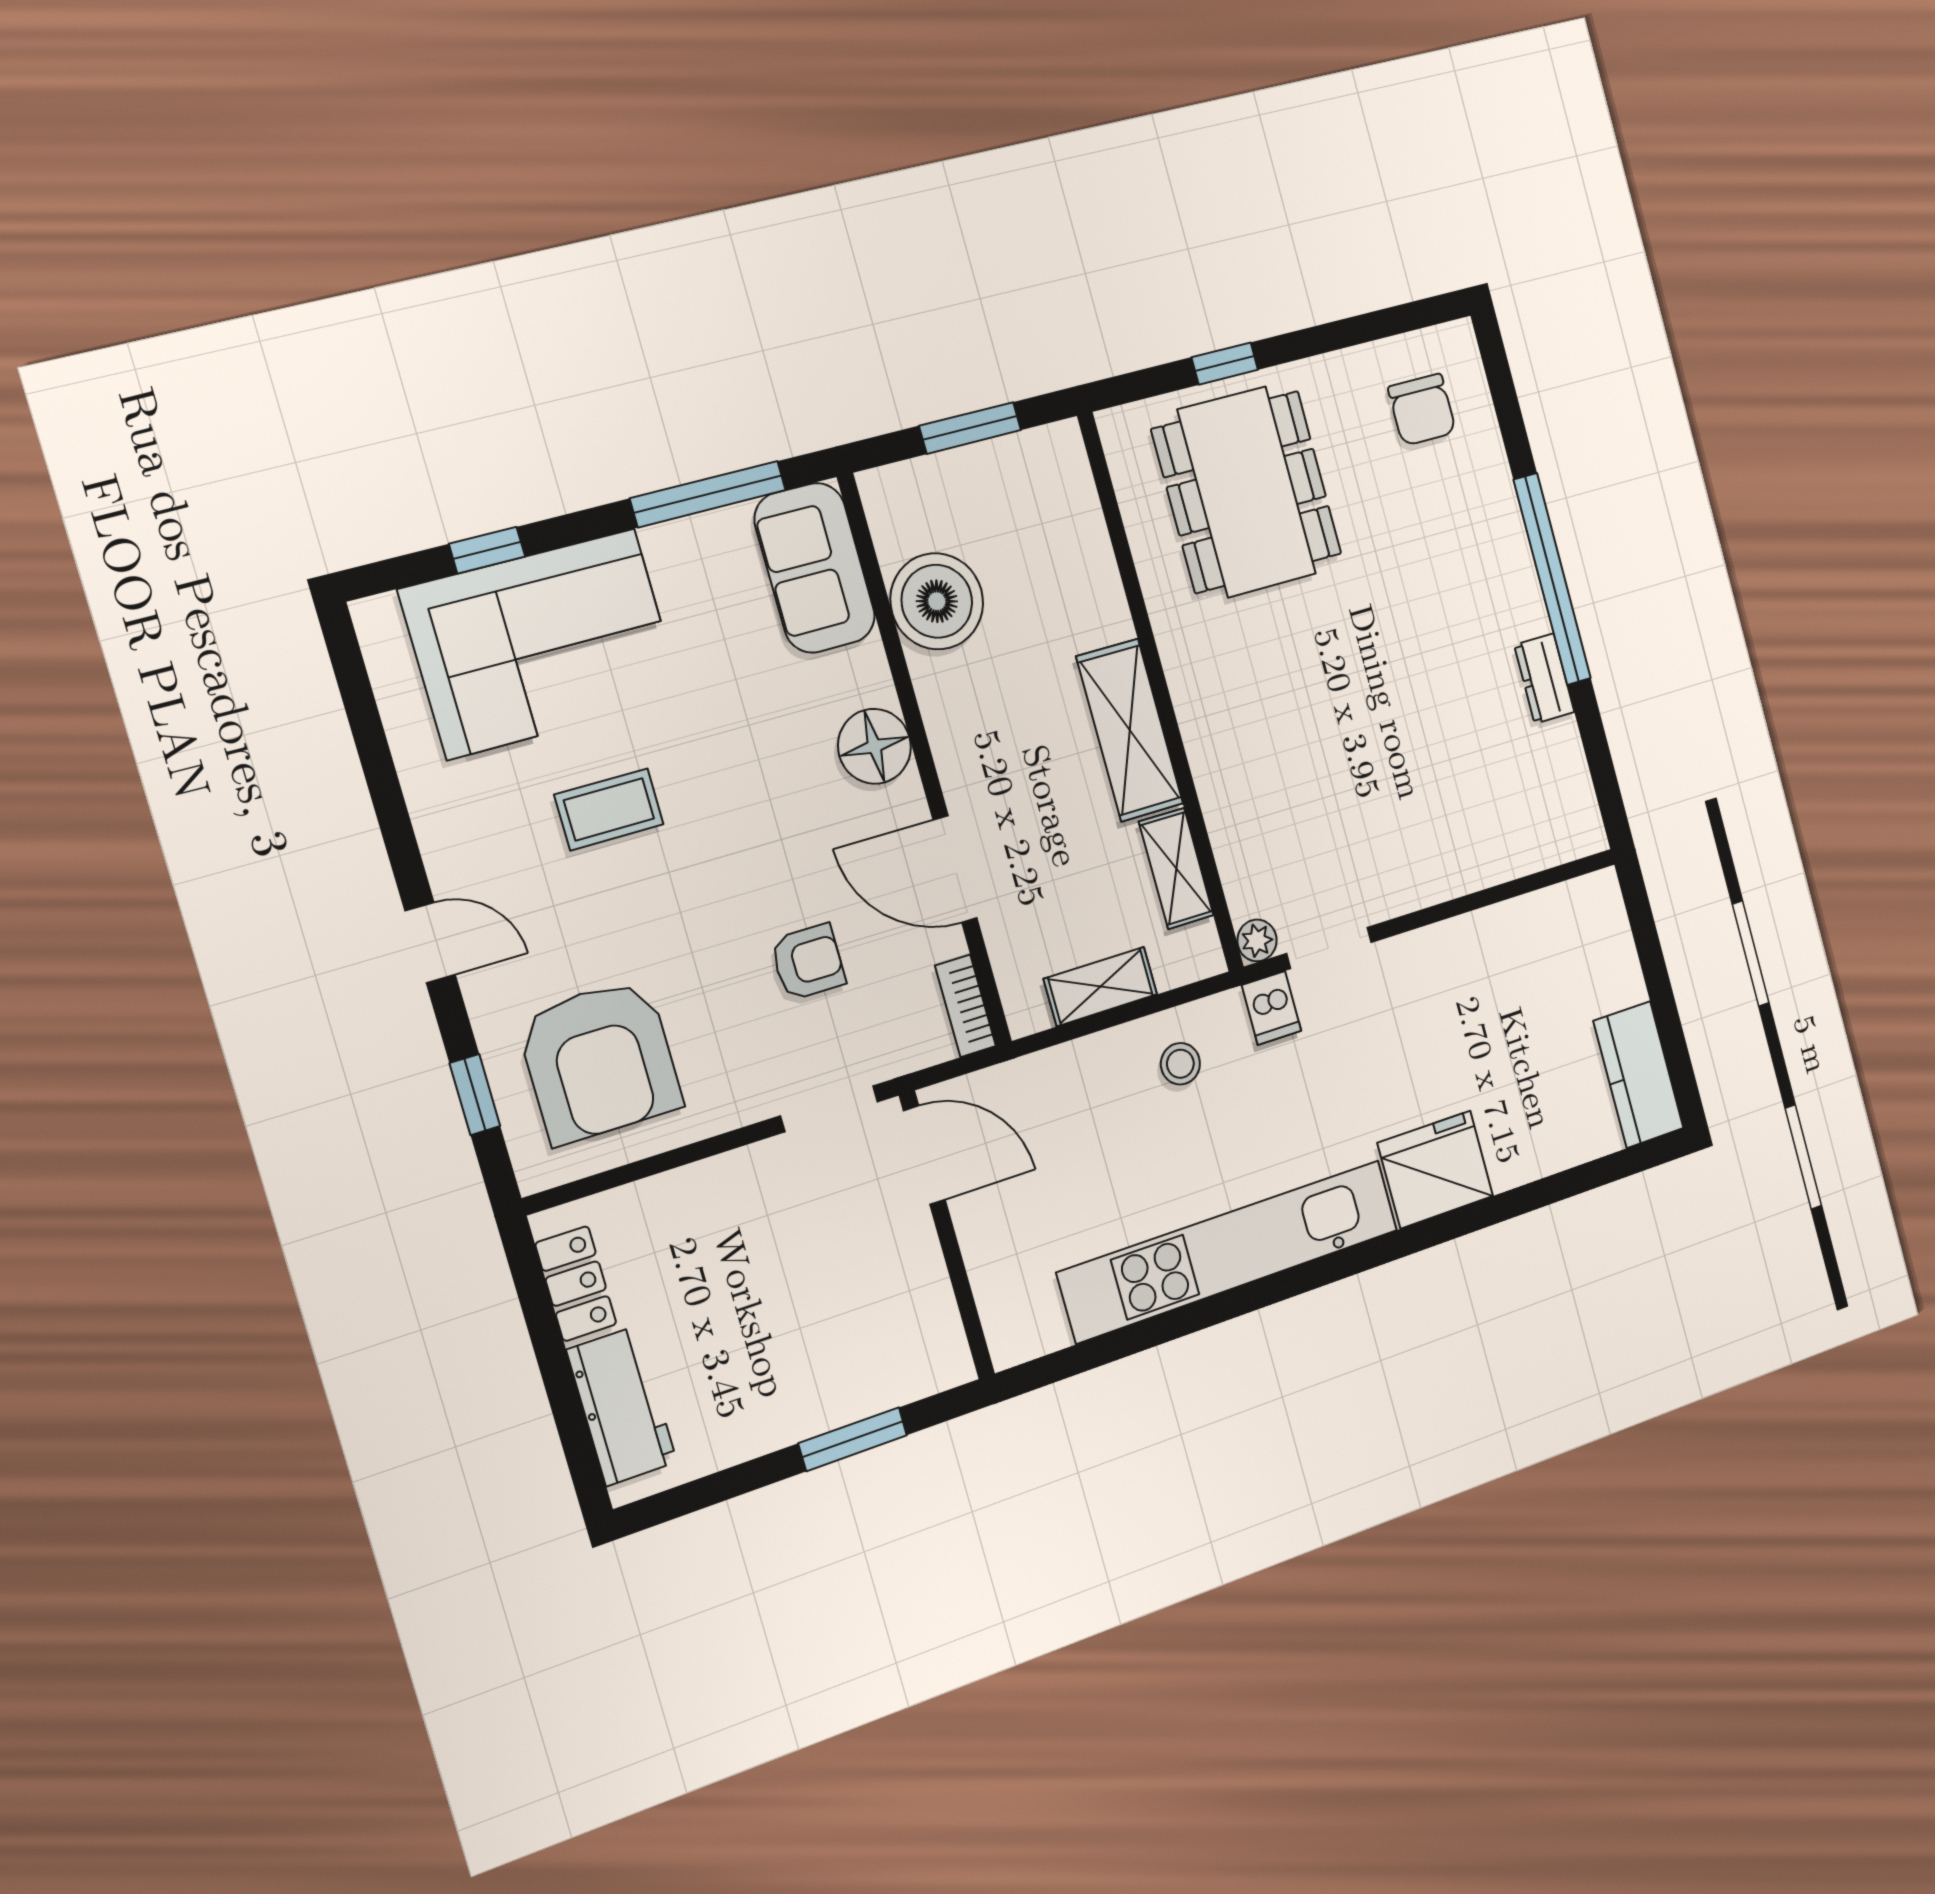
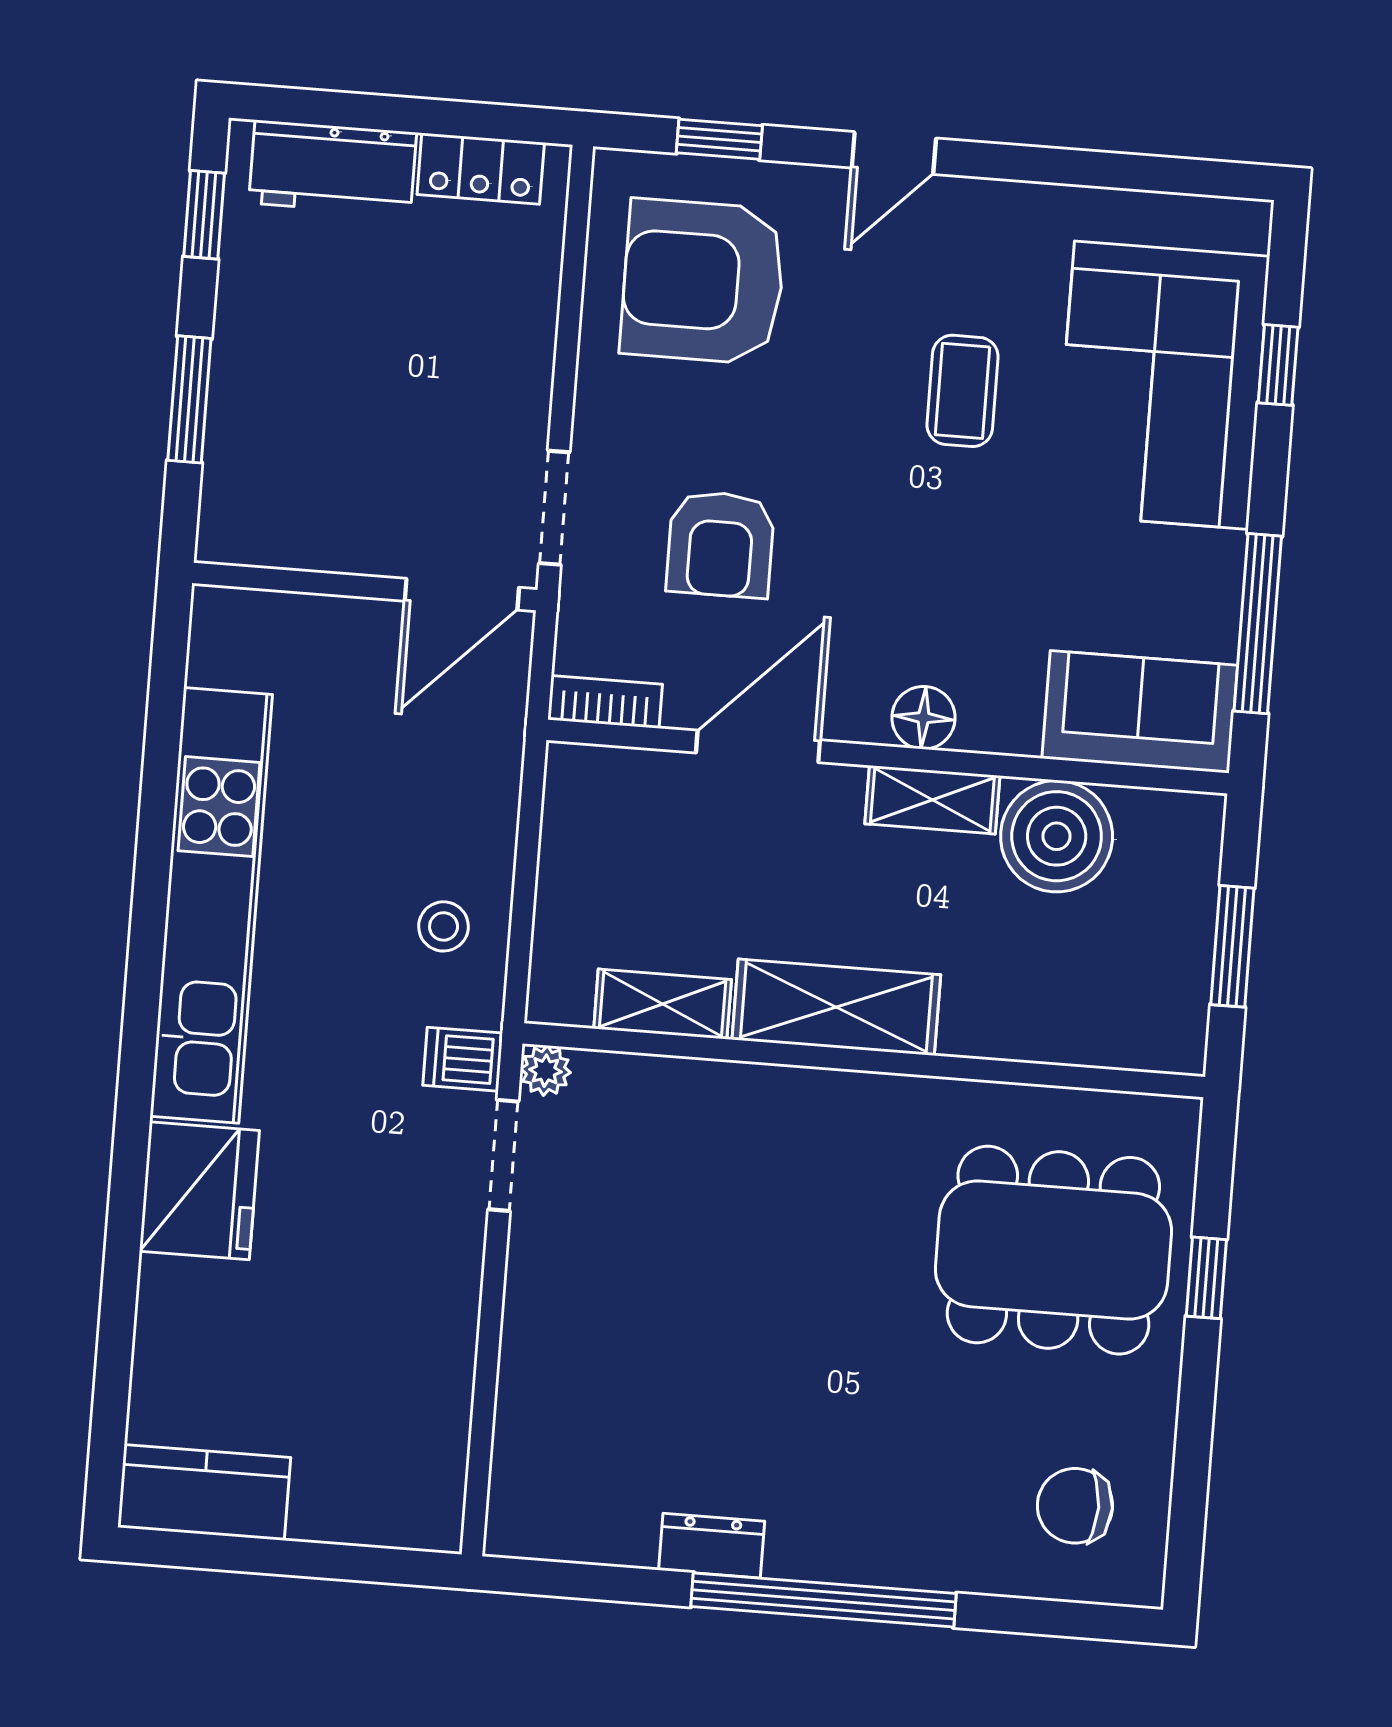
floor lamp: (874, 746) -> (924, 718), width x0.73, depth x0.73
armchair: (808, 962) -> (720, 544), width x1.38, depth x1.38
shelving: (1100, 987) -> (932, 800), moved, turned 90
window: (700, 1494) -> (204, 215), added

